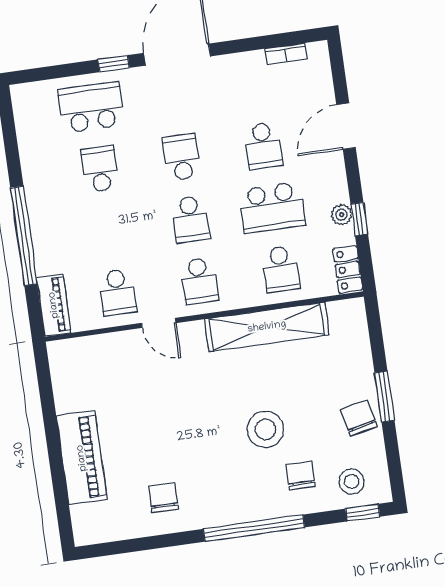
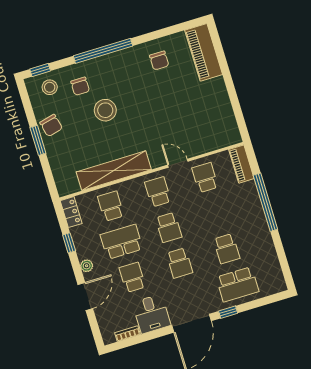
desk: (241, 80) -> (151, 314), added
plant: (342, 215) -> (87, 266), moved
school desk: (190, 219) -> (169, 227), turned 180
piano: (82, 458) -> (204, 52), moved

